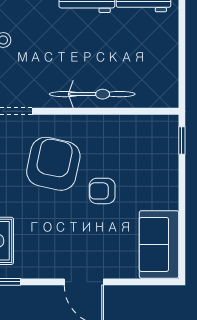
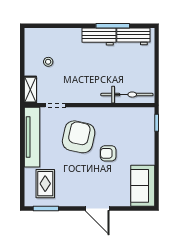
bicycle: (92, 94) -> (127, 95), moved

